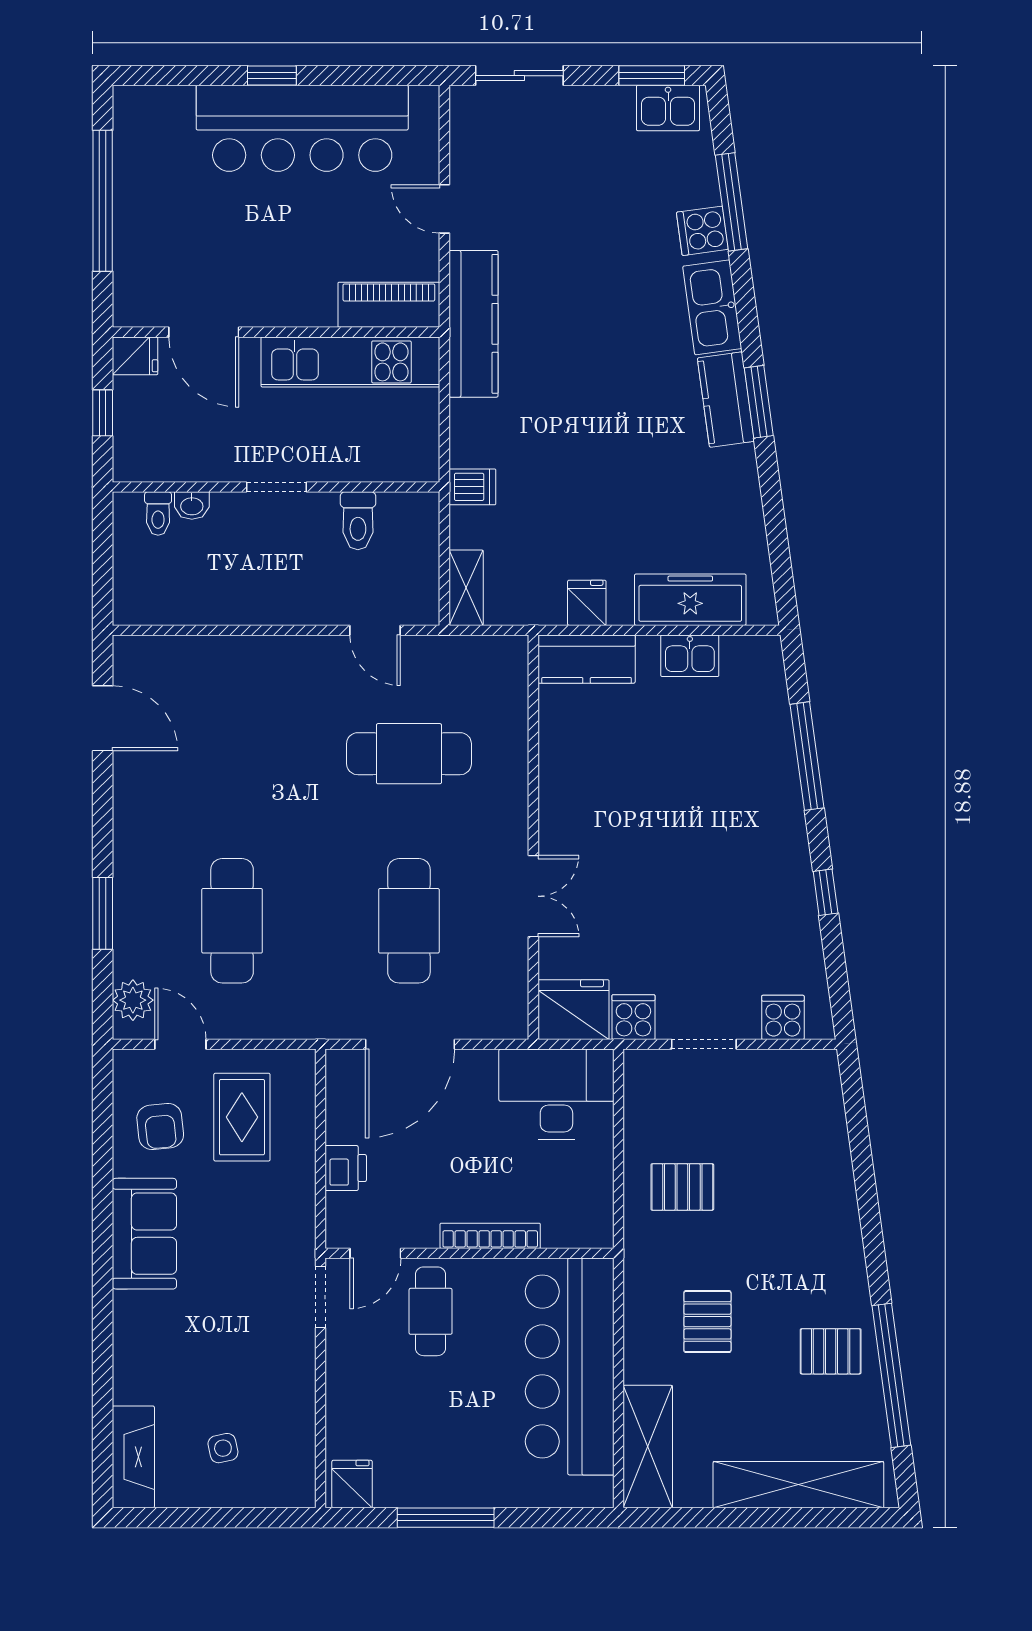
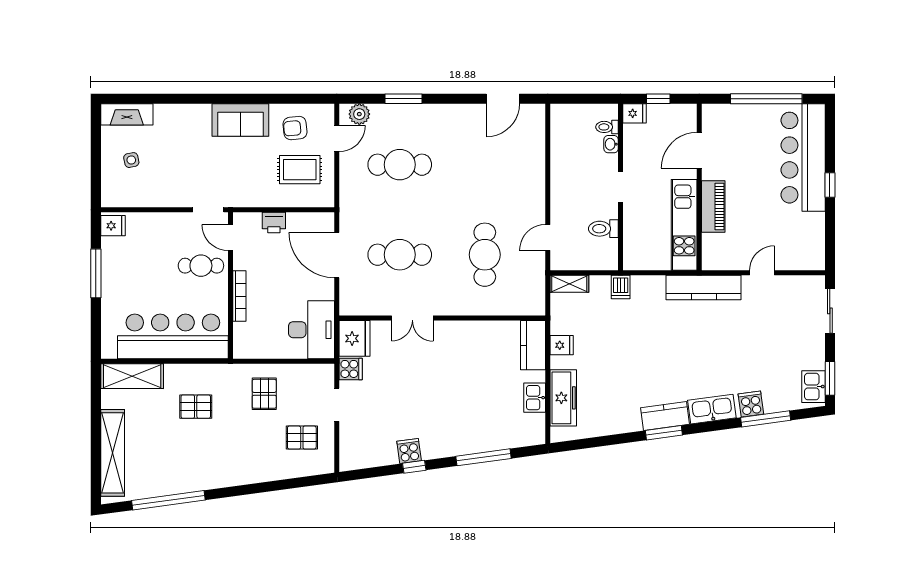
bar counter: (302, 128) -> (803, 158), moved
piano: (389, 305) -> (713, 207), moved
fridge: (135, 356) -> (634, 113), moved, turned -90
cooker: (783, 1017) -> (409, 451), moved, turned -98
pallet: (831, 1351) -> (302, 438), moved, turned 90

